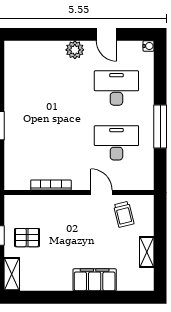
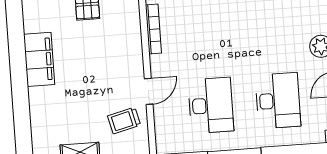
filing cabinet: (95, 280) -> (39, 59), moved

